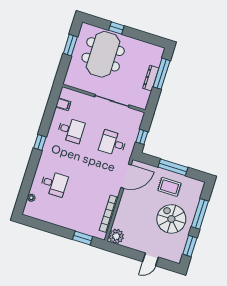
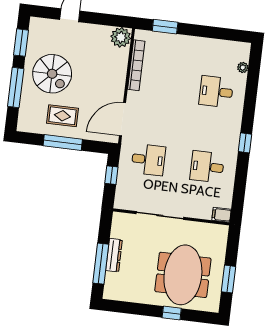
filing cabinet: (63, 104) -> (222, 215), moved

